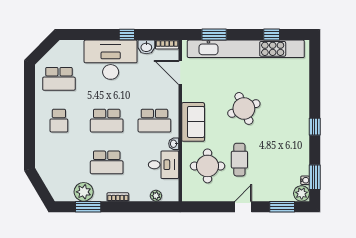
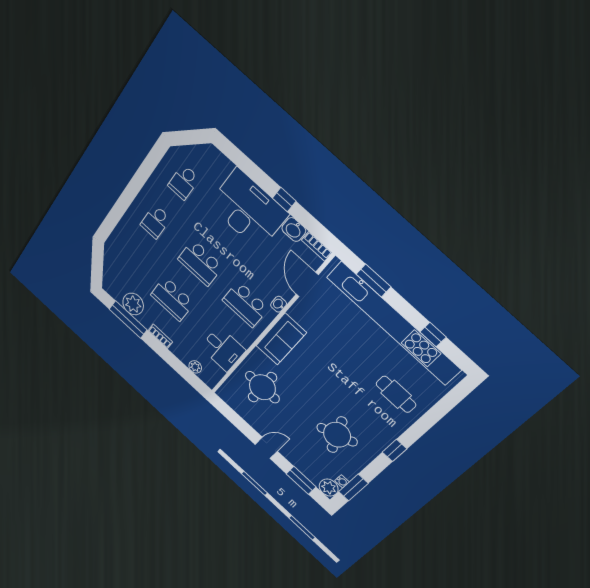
school desk: (59, 79) -> (184, 182), width x0.54
round table: (244, 108) -> (337, 435), moved
washbasin: (174, 144) -> (279, 304), moved
cafe table: (239, 160) -> (396, 394), moved, turned 90
window: (88, 207) -> (128, 320), width x1.44

